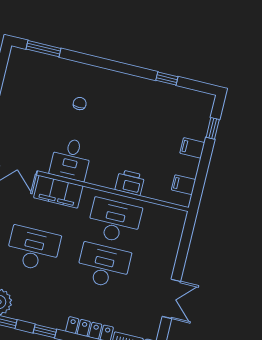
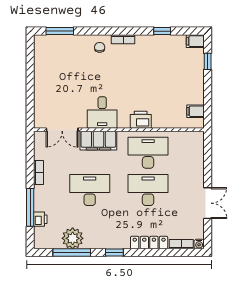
bookcase: (117, 77) -> (123, 39), added
chair: (80, 104) -> (100, 47), moved
filing cabinet: (192, 148) -> (195, 41), moved
printer: (130, 183) -> (141, 120), moved

